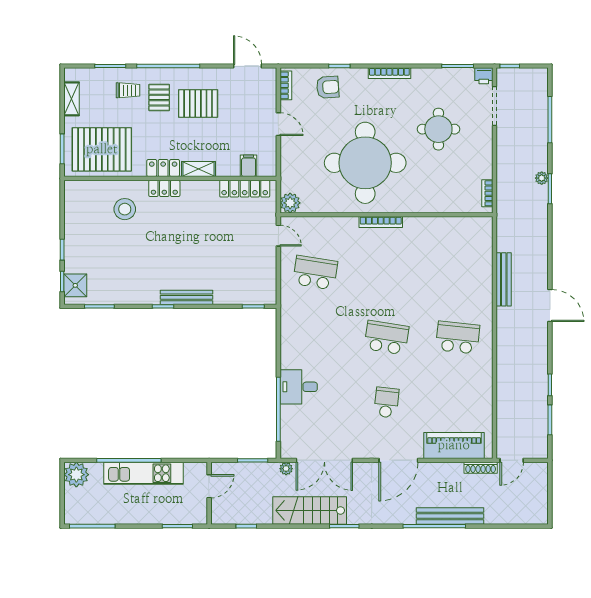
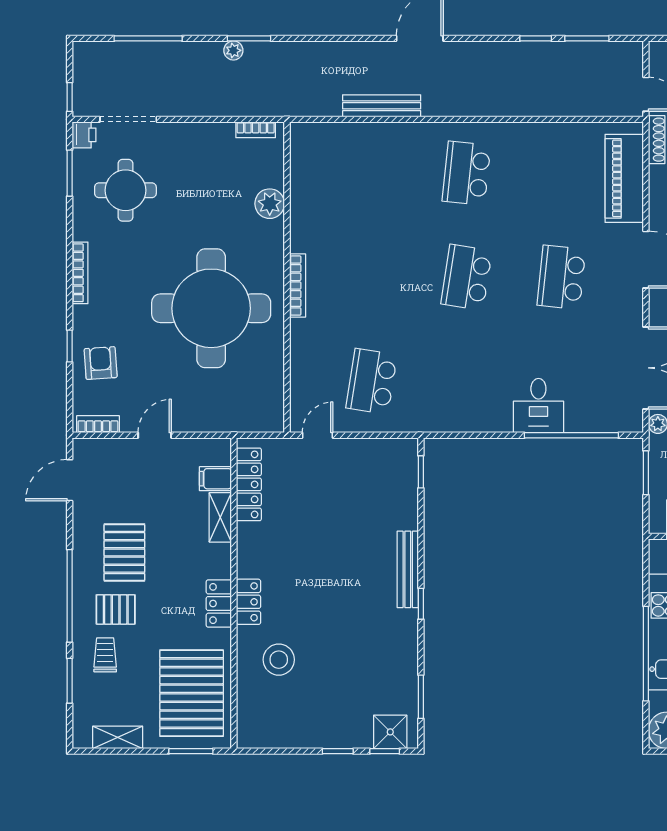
round table: (438, 129) -> (125, 190), moved
shelving: (199, 169) -> (220, 517), moved
plant: (290, 203) -> (270, 204), moved
school desk: (386, 402) -> (561, 277), width x1.85

